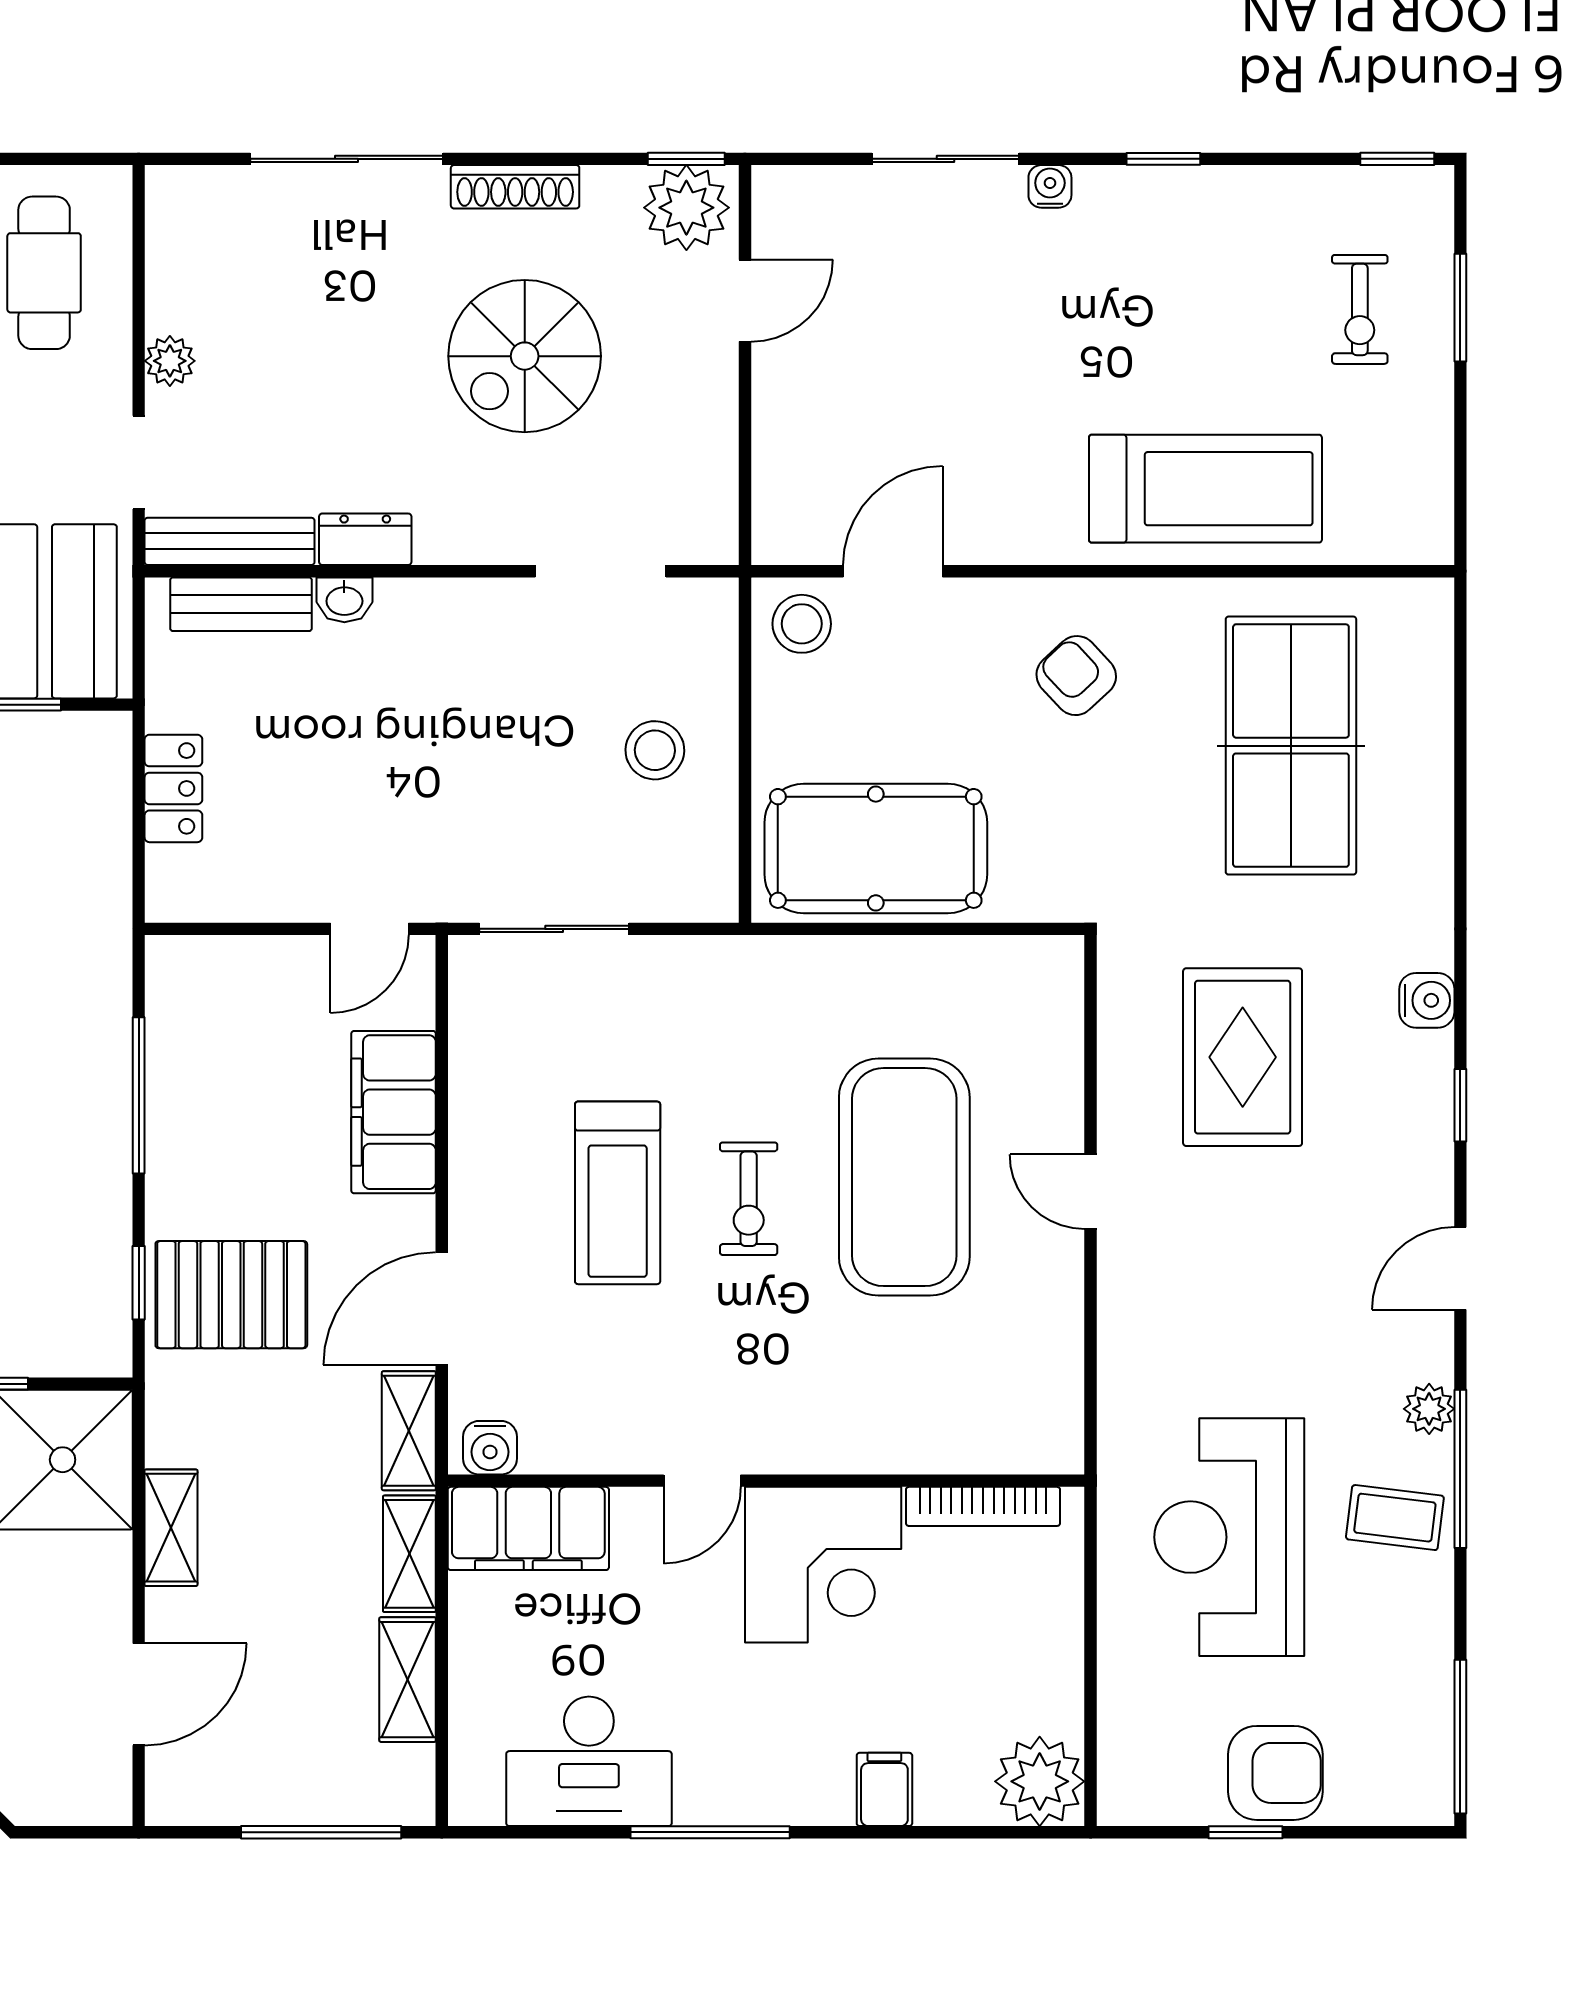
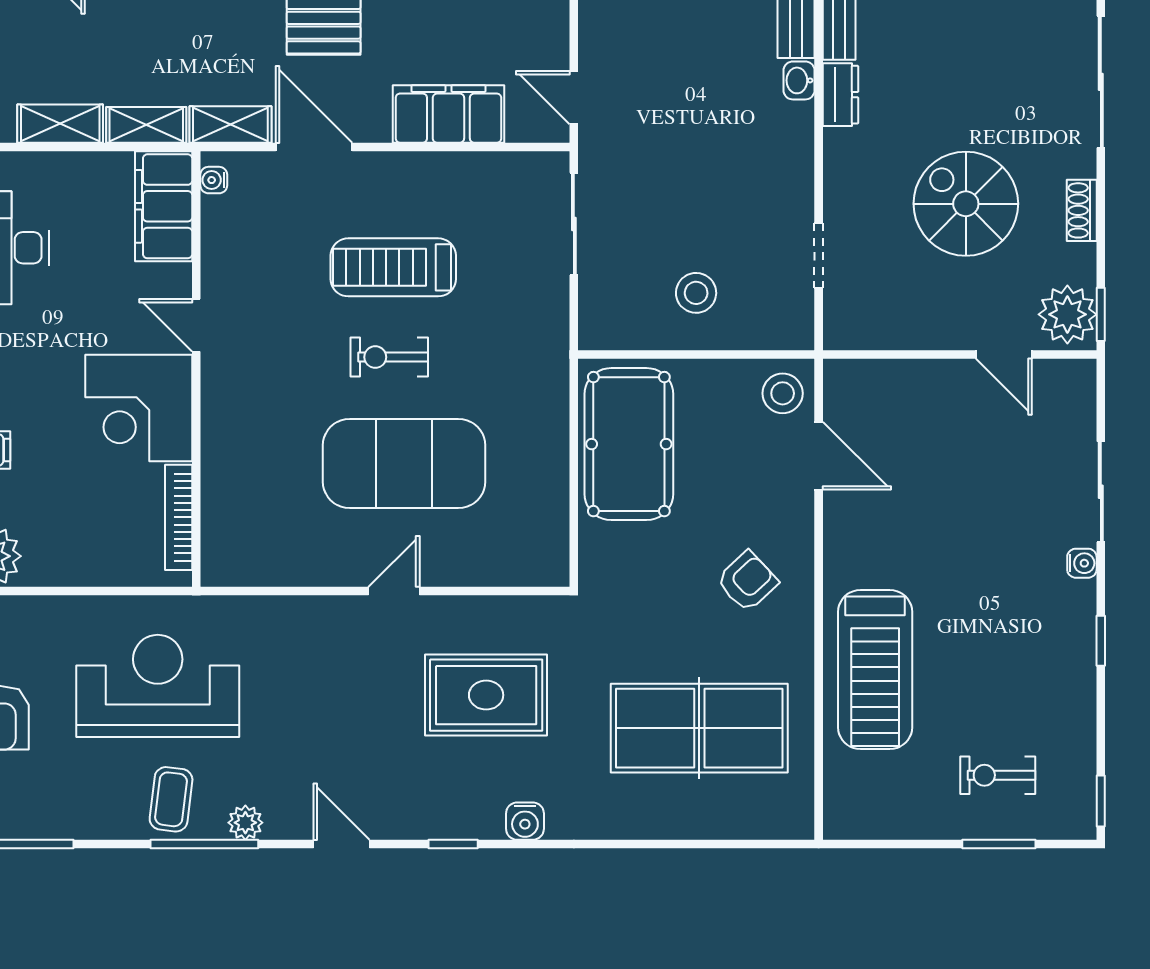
shoe rack: (515, 187) -> (1082, 210), width x0.70
doorway: (601, 571) -> (819, 256), width x0.73
water cooler: (490, 1448) -> (214, 180), width x0.72, depth x0.72

